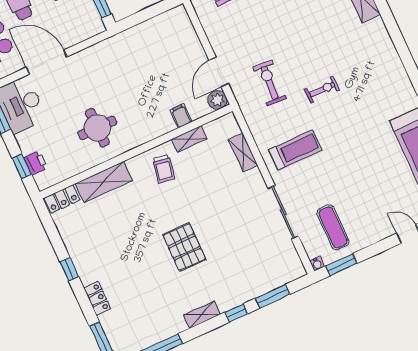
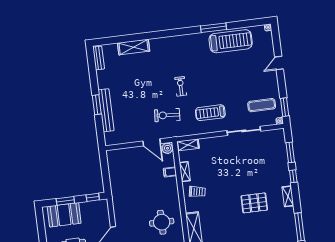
treadmill: (295, 150) -> (210, 113), turned -90
shelving: (243, 152) -> (188, 145), moved
pallet: (184, 247) -> (254, 203), moved

